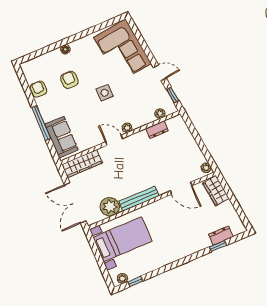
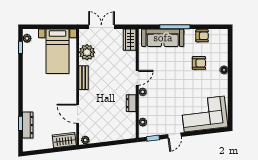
side table: (105, 93) -> (177, 86), removed
dresser: (157, 130) -> (131, 103), moved
sofa: (61, 137) -> (163, 38), width x1.36
wardrobe: (82, 164) -> (130, 40), width x0.67
door: (181, 188) -> (78, 114), hinge flipped
bench: (139, 199) -> (84, 78), width x0.73
double door: (75, 203) -> (101, 27), width x0.73
dresser: (221, 235) -> (28, 125), width x1.44

